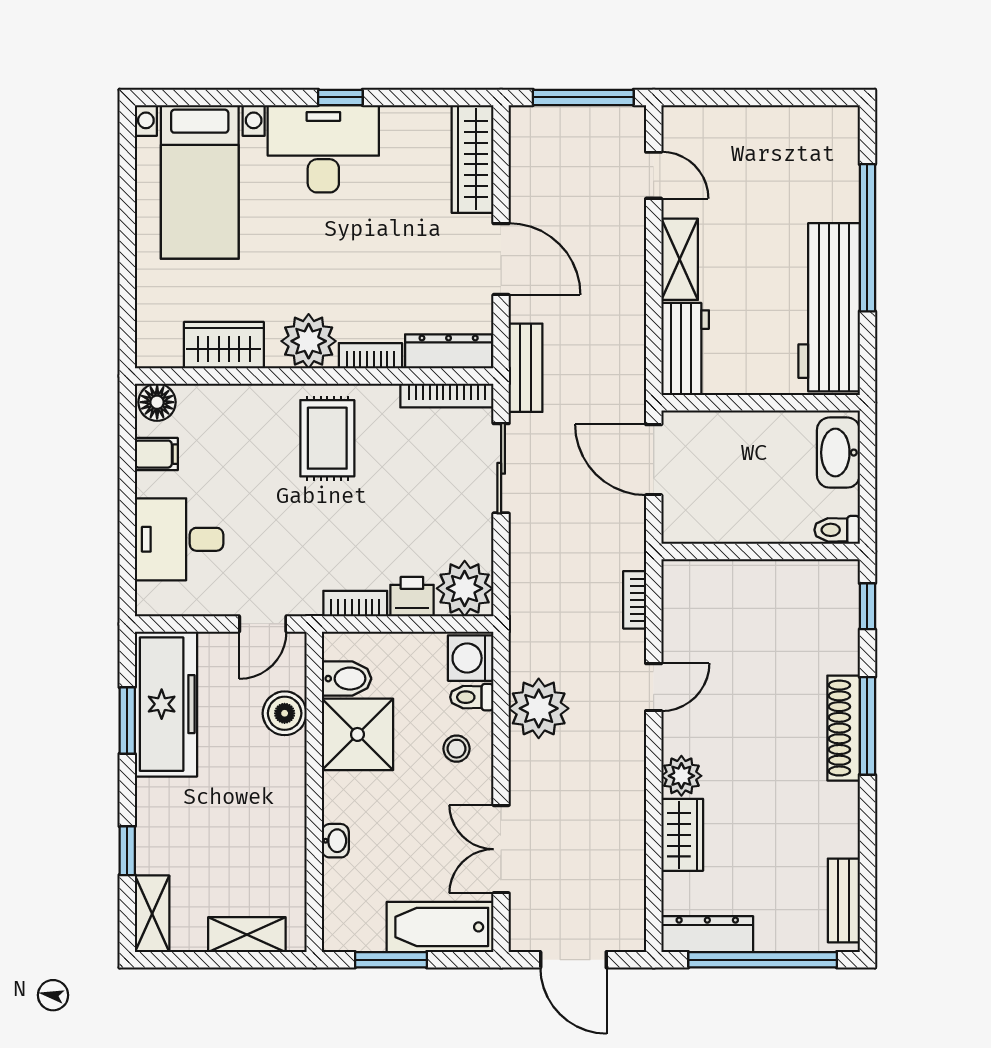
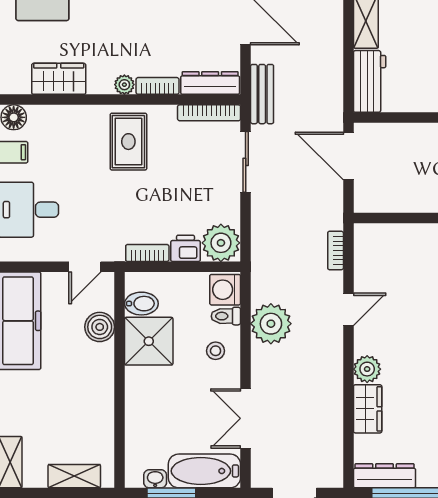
plant: (309, 341) -> (124, 85), width x0.53, depth x0.53
washbasin: (335, 841) -> (155, 479), moved, turned -90

